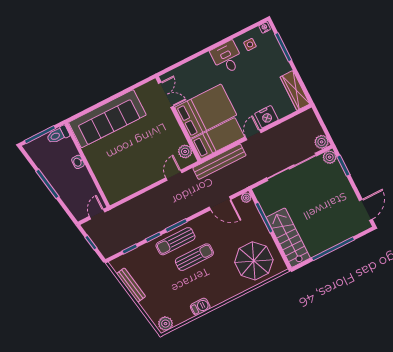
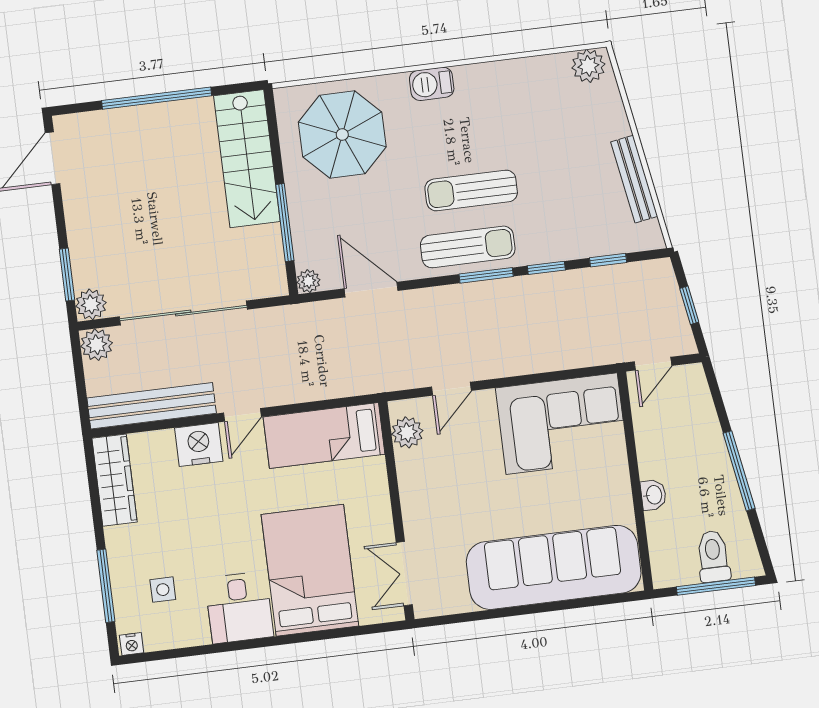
side table: (250, 44) -> (163, 590), moved
bed: (206, 111) -> (310, 570), moved, turned 90
toilet: (58, 135) -> (713, 556), moved, turned -90
bench: (219, 162) -> (152, 406), moved
corner sofa: (125, 177) -> (562, 424), added
sun lounger: (176, 241) -> (468, 247), moved
barbecue: (200, 307) -> (432, 84), moved

